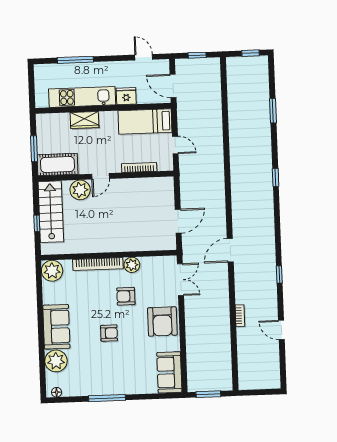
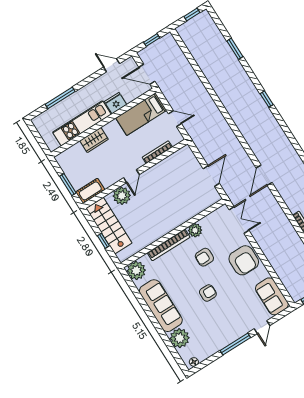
cot: (57, 164) -> (90, 191), width x0.73, depth x0.75
sofa: (56, 327) -> (161, 306), width x1.36
door: (142, 397) -> (262, 327), added

